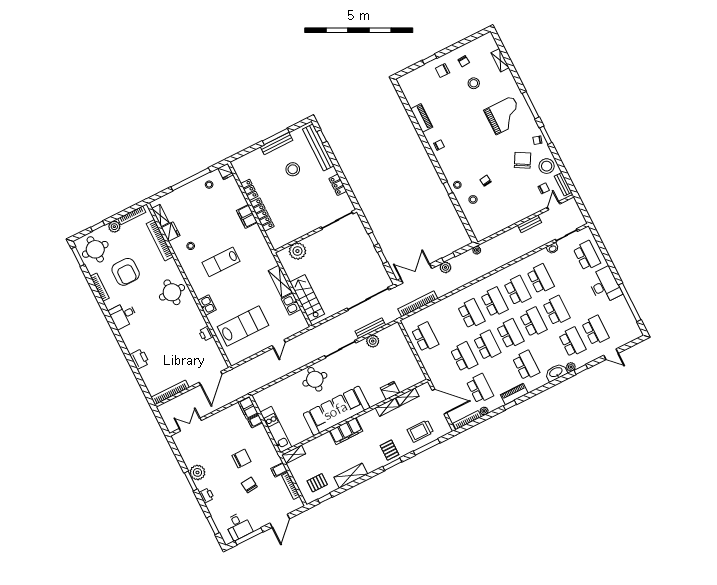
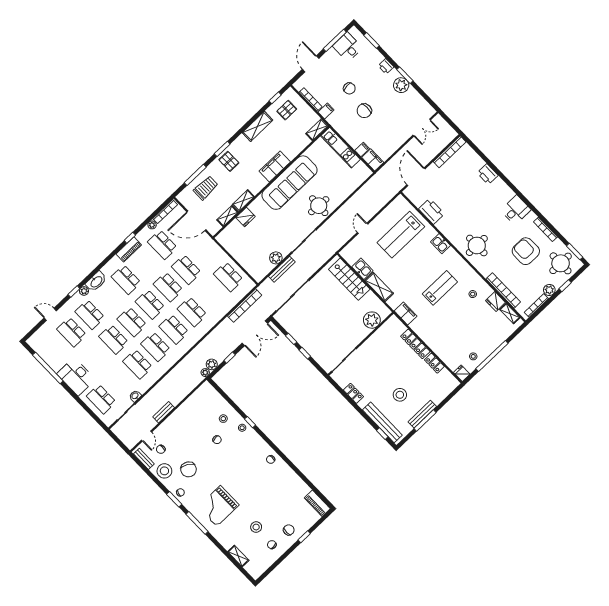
piano: (422, 118) -> (317, 503), moved
filing cabinet: (247, 216) -> (406, 314), moved
plant: (445, 267) -> (212, 364), moved
printer: (206, 334) -> (432, 211), width x1.87, depth x1.48

